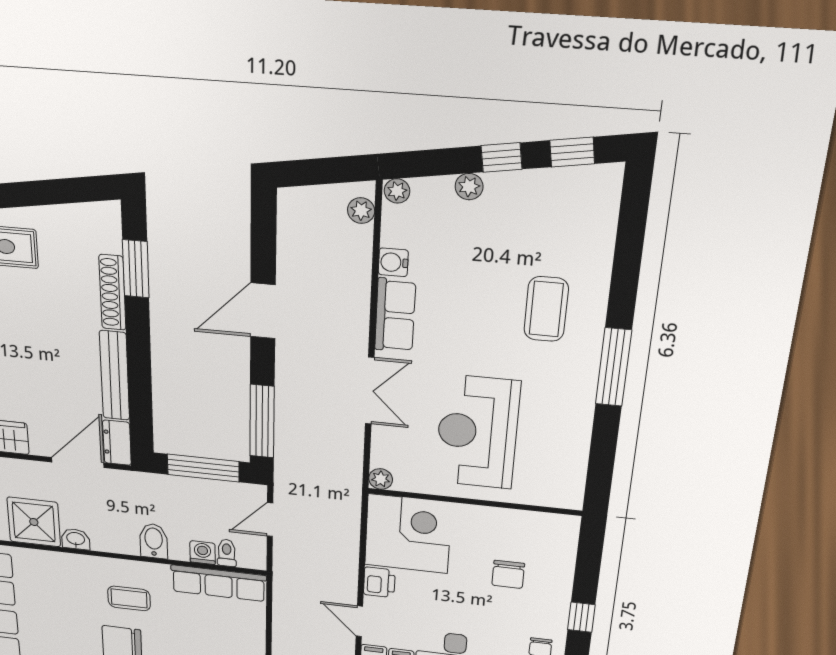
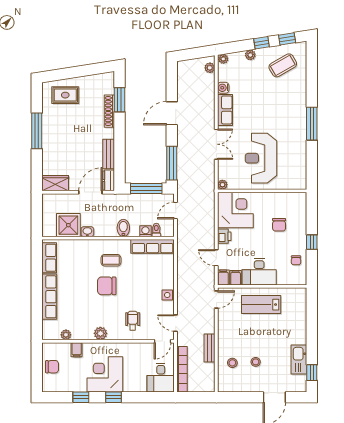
coffee table: (546, 309) -> (283, 65), moved, turned 60
bench: (115, 376) -> (109, 154), width x0.73

